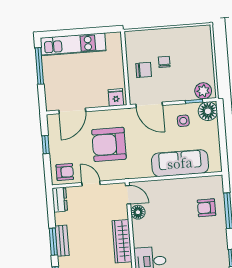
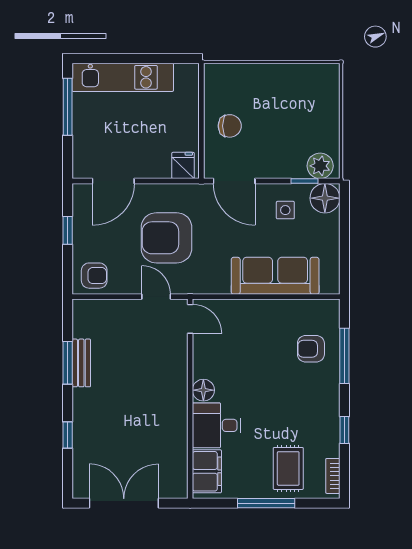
chair: (164, 62) -> (263, 116), removed
door: (91, 184) -> (156, 297), moved
dresser: (60, 200) -> (83, 318), removed
floor lamp: (138, 212) -> (203, 390), moved
bench: (62, 241) -> (81, 363), moved
wardrobe: (122, 241) -> (175, 391), removed
window: (53, 242) -> (68, 363), moved

